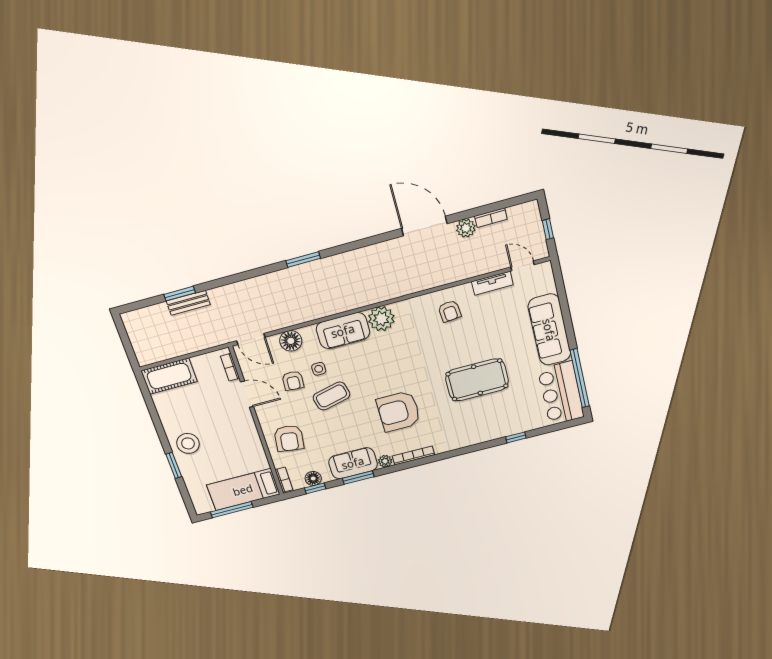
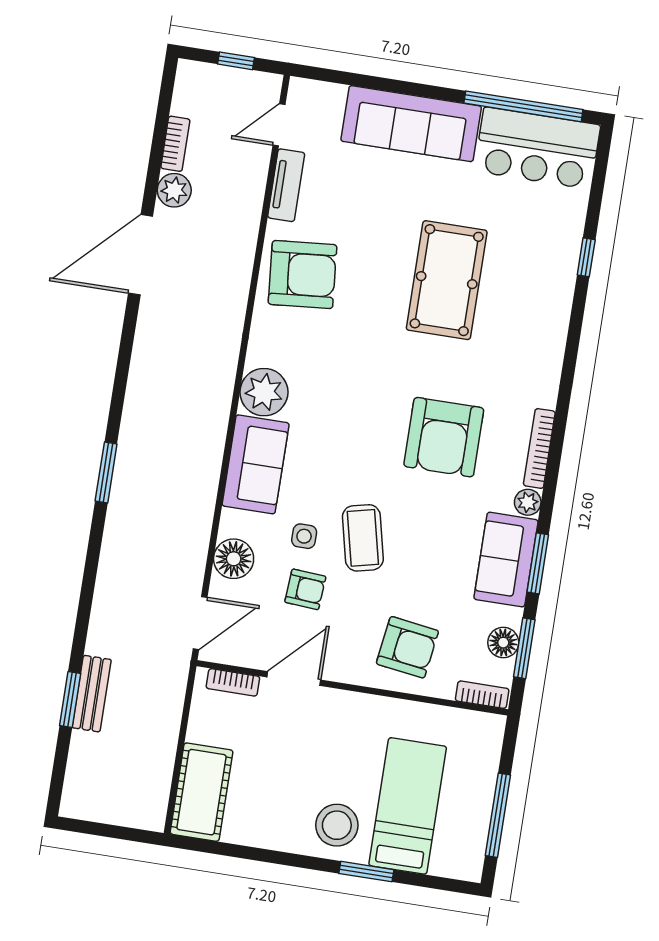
armchair: (450, 311) -> (303, 275), width x1.88, depth x1.88
window: (315, 488) -> (524, 648), width x1.50
bed: (243, 490) -> (408, 806), moved, turned 180

